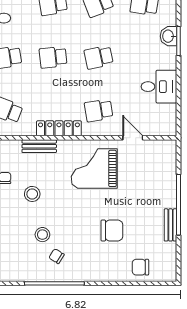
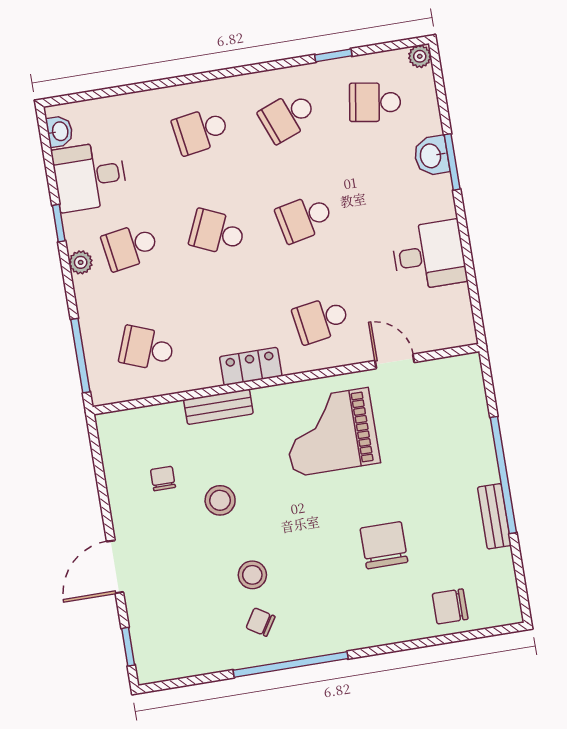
school desk: (53, 57) -> (217, 232), turned 30
locker: (59, 128) -> (251, 366), width x0.66
chair: (112, 230) -> (384, 545), turned -90
chair: (57, 256) -> (261, 622), moved

